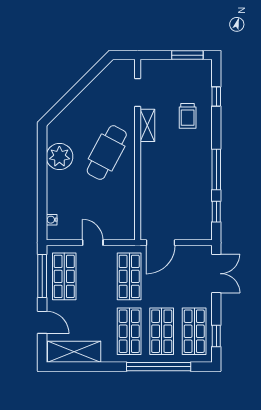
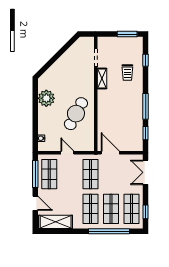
cafe table: (107, 153) -> (76, 114), moved
door: (160, 243) -> (110, 153), swing flipped
double door: (216, 274) -> (146, 172), swing flipped

